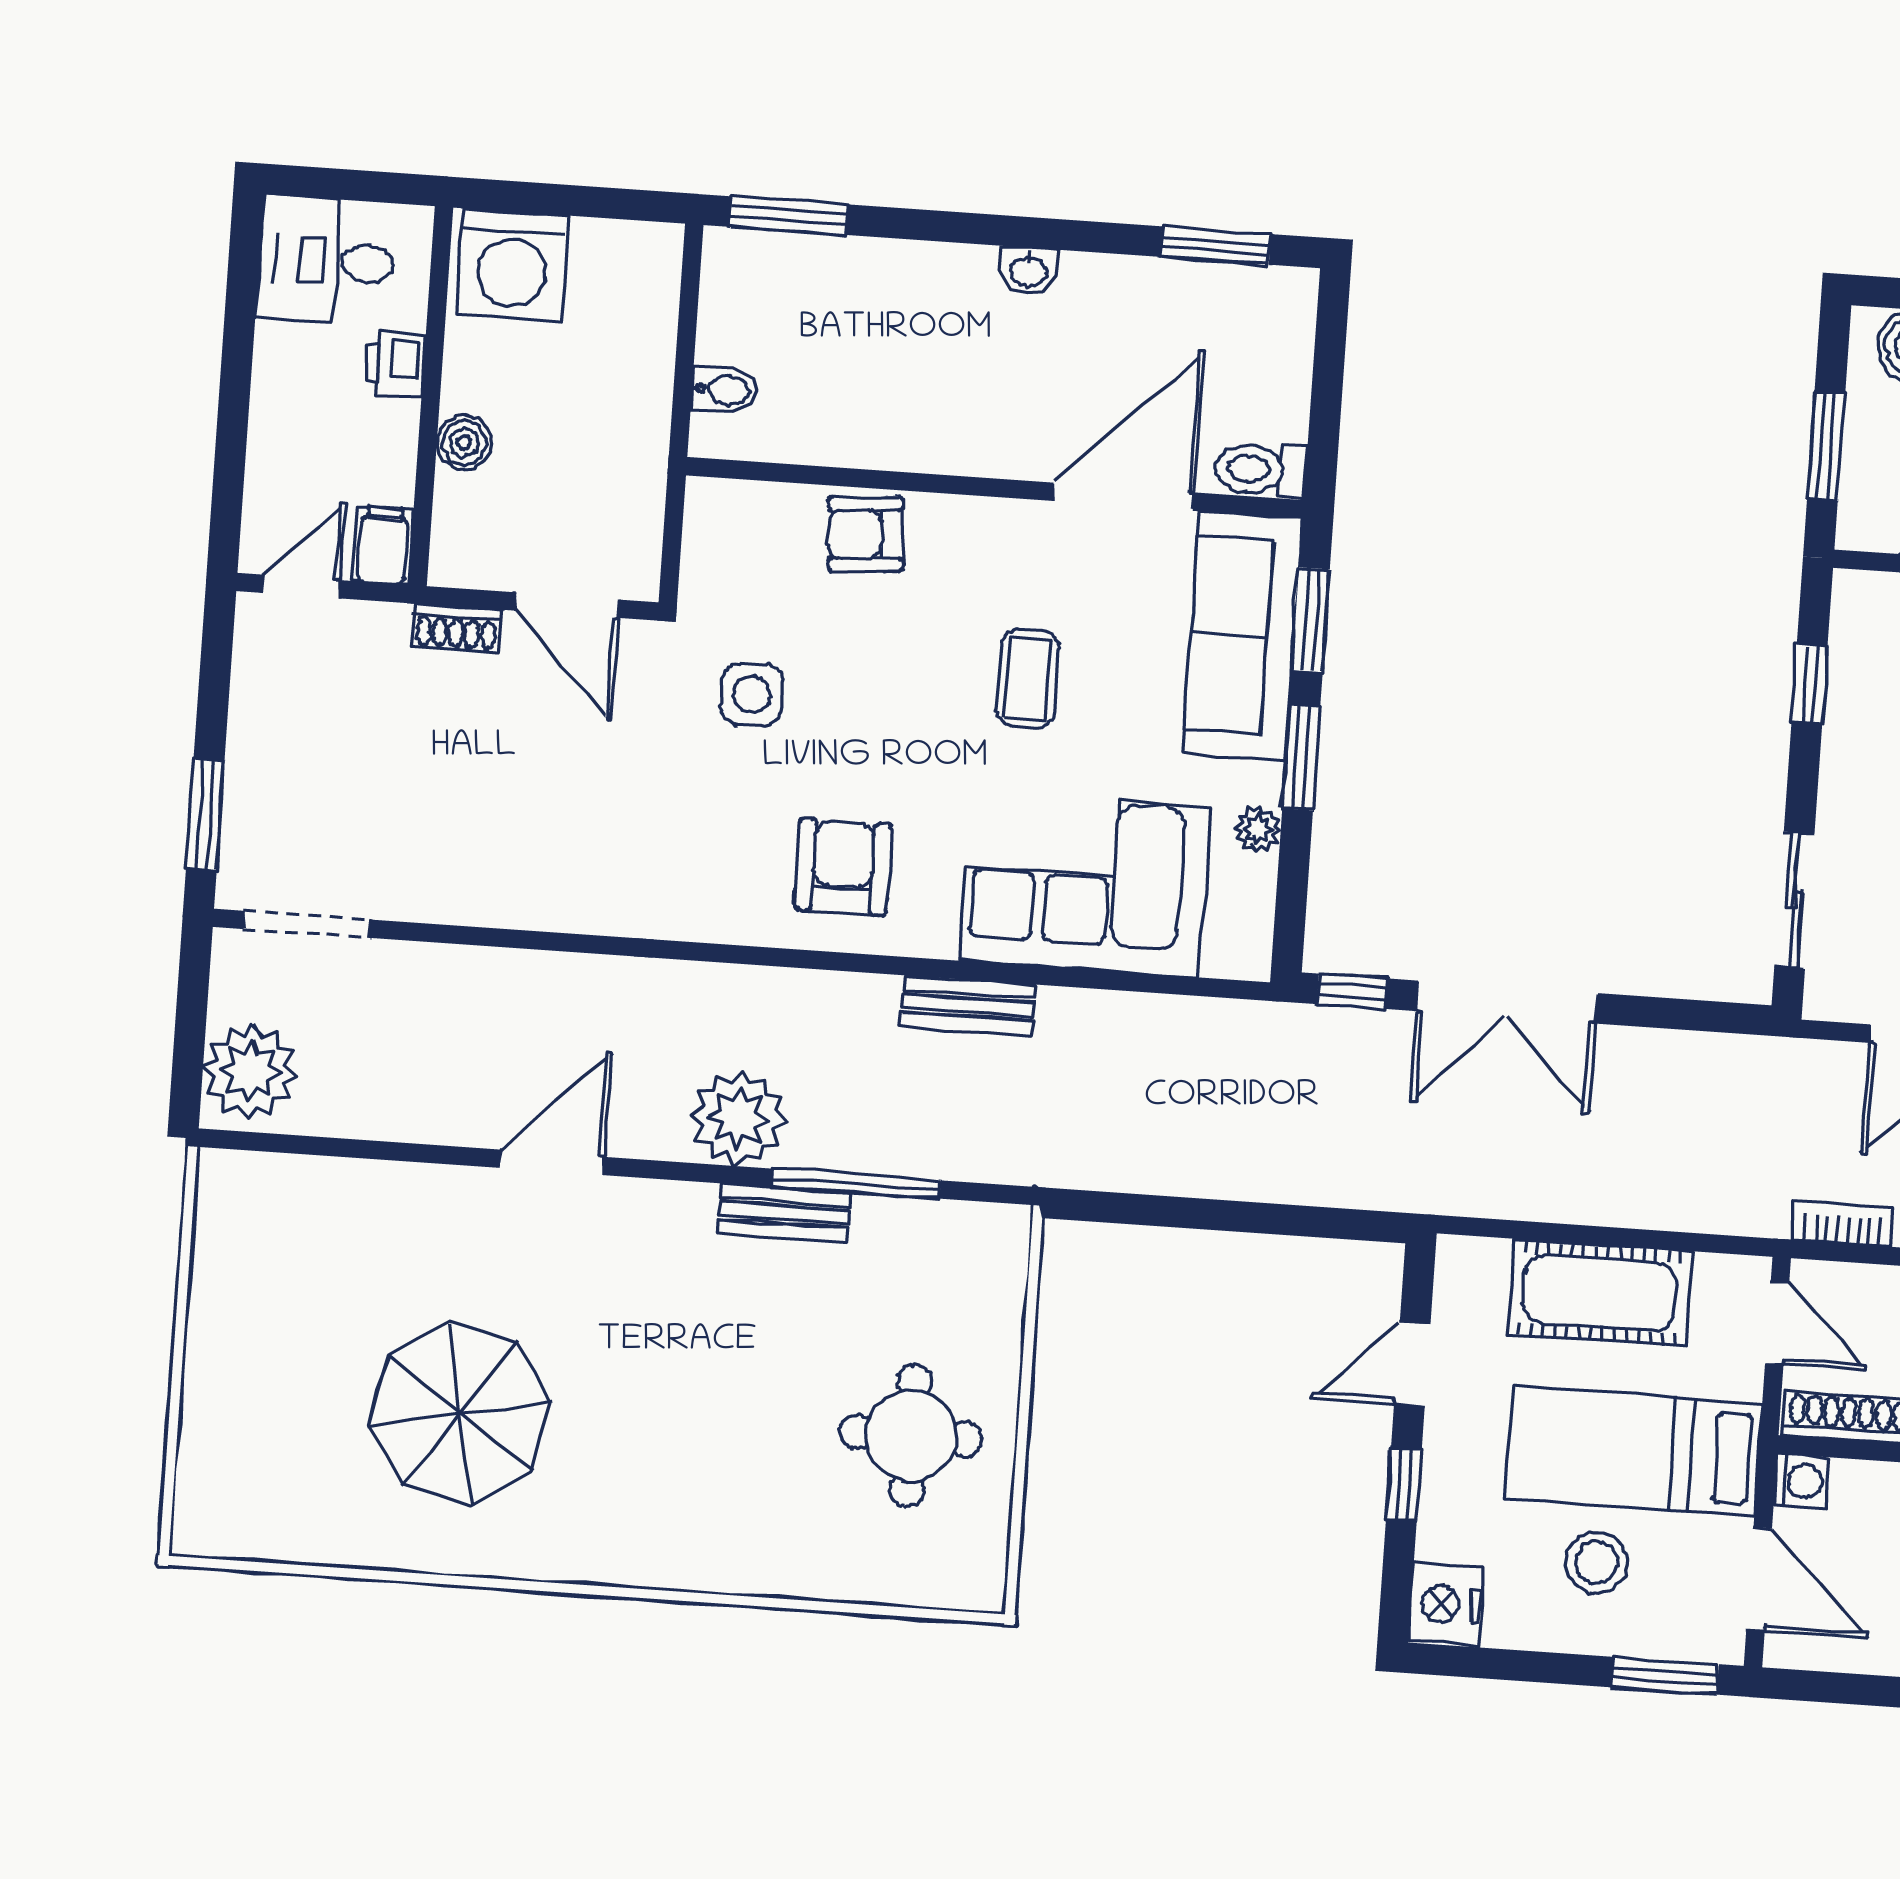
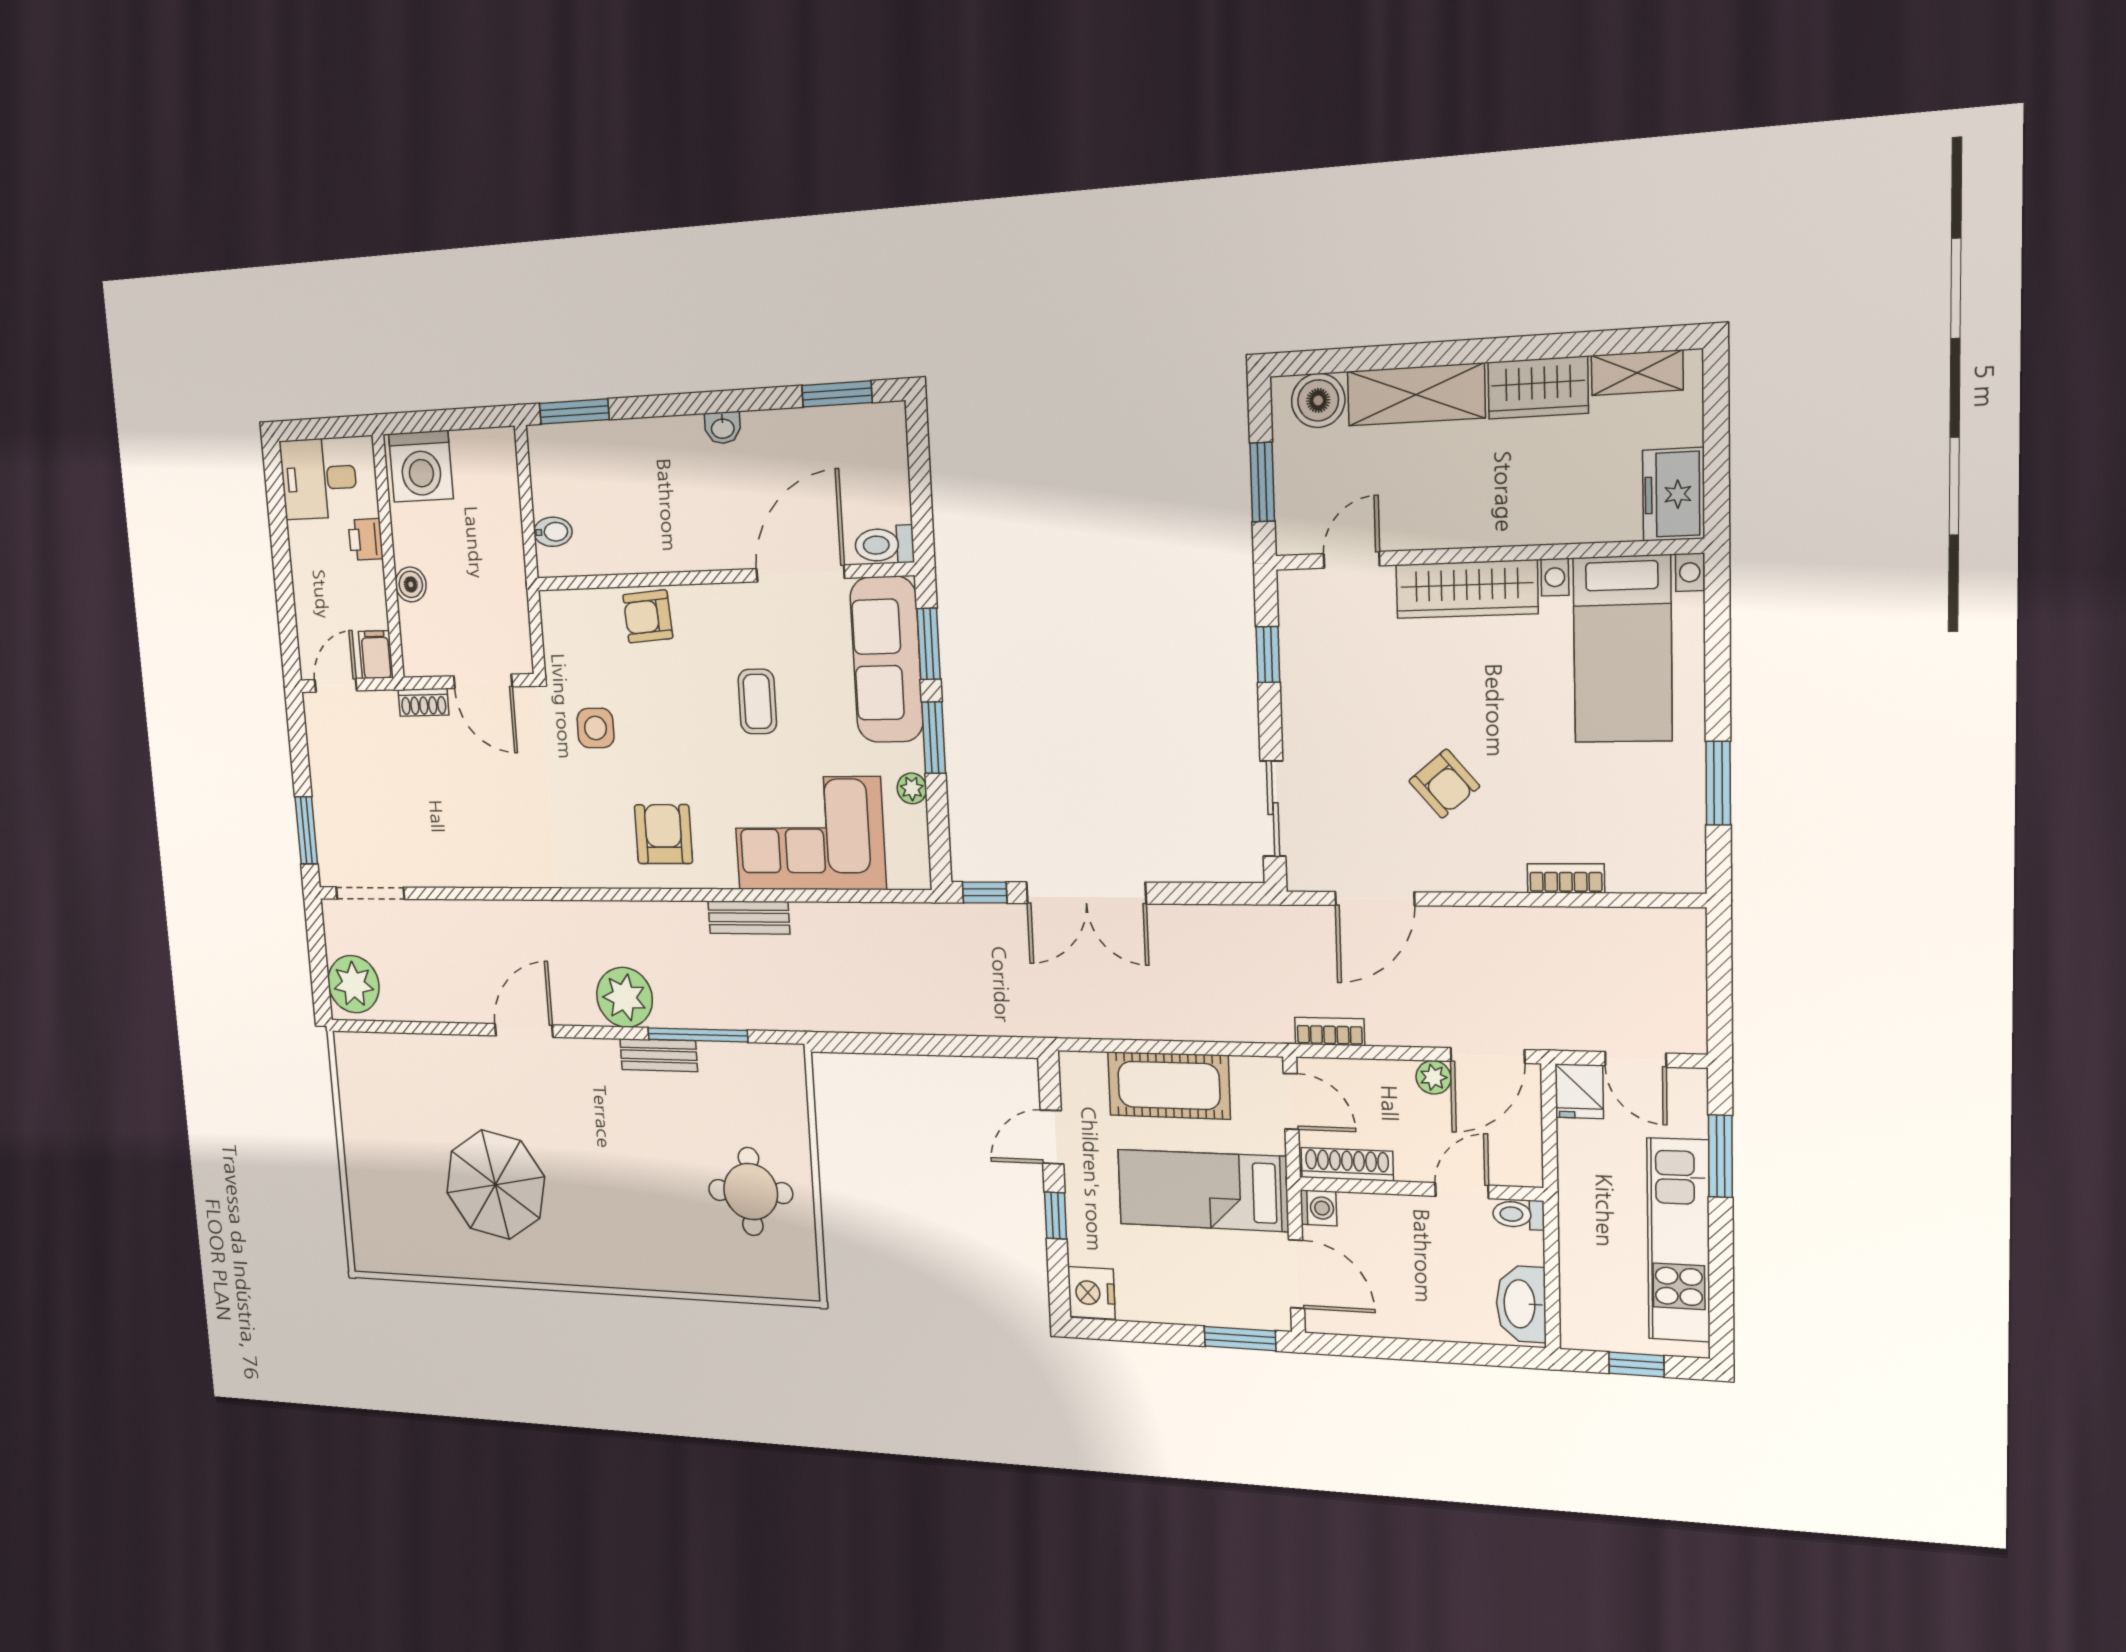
stool: (1597, 1563) -> (1186, 1265), removed

